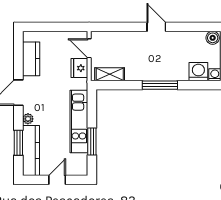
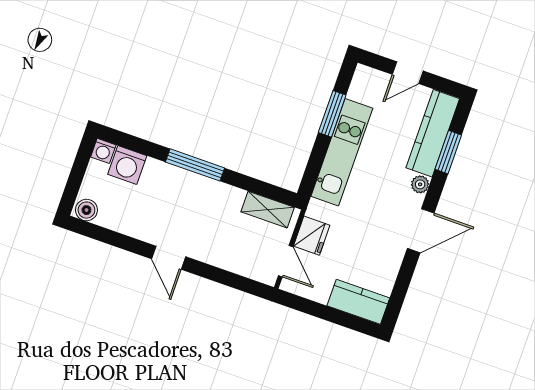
kitchen counter: (31, 59) -> (358, 302), moved, turned 90

